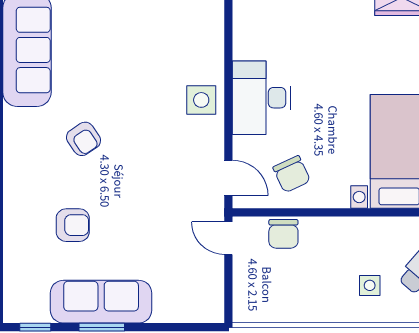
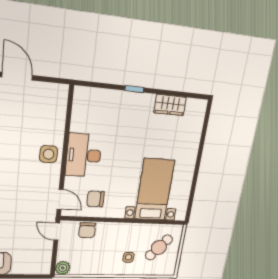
chair: (292, 174) -> (96, 199), turned 115
plant: (246, 309) -> (63, 268), added

